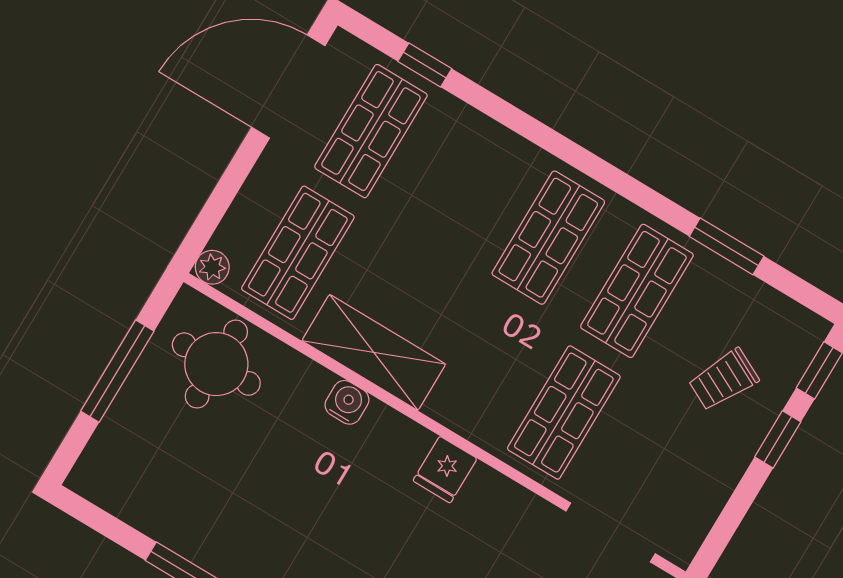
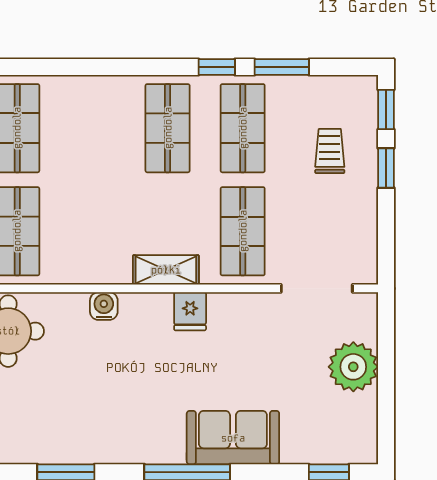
window: (425, 65) -> (217, 67), moved
shelving: (374, 352) -> (166, 270), moved, width x0.67, depth x0.75
trolley: (724, 380) -> (330, 151), turned 153

